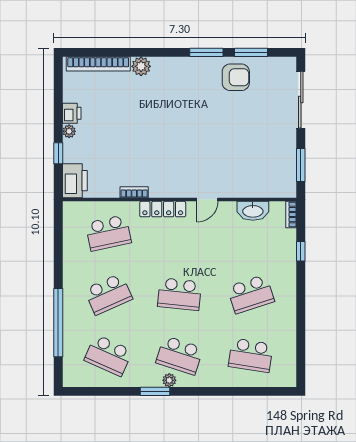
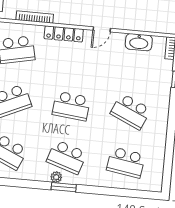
bookcase: (134, 192) -> (35, 17), width x1.56
school desk: (251, 294) -> (131, 111), turned 42
window: (155, 391) -> (64, 187), moved

